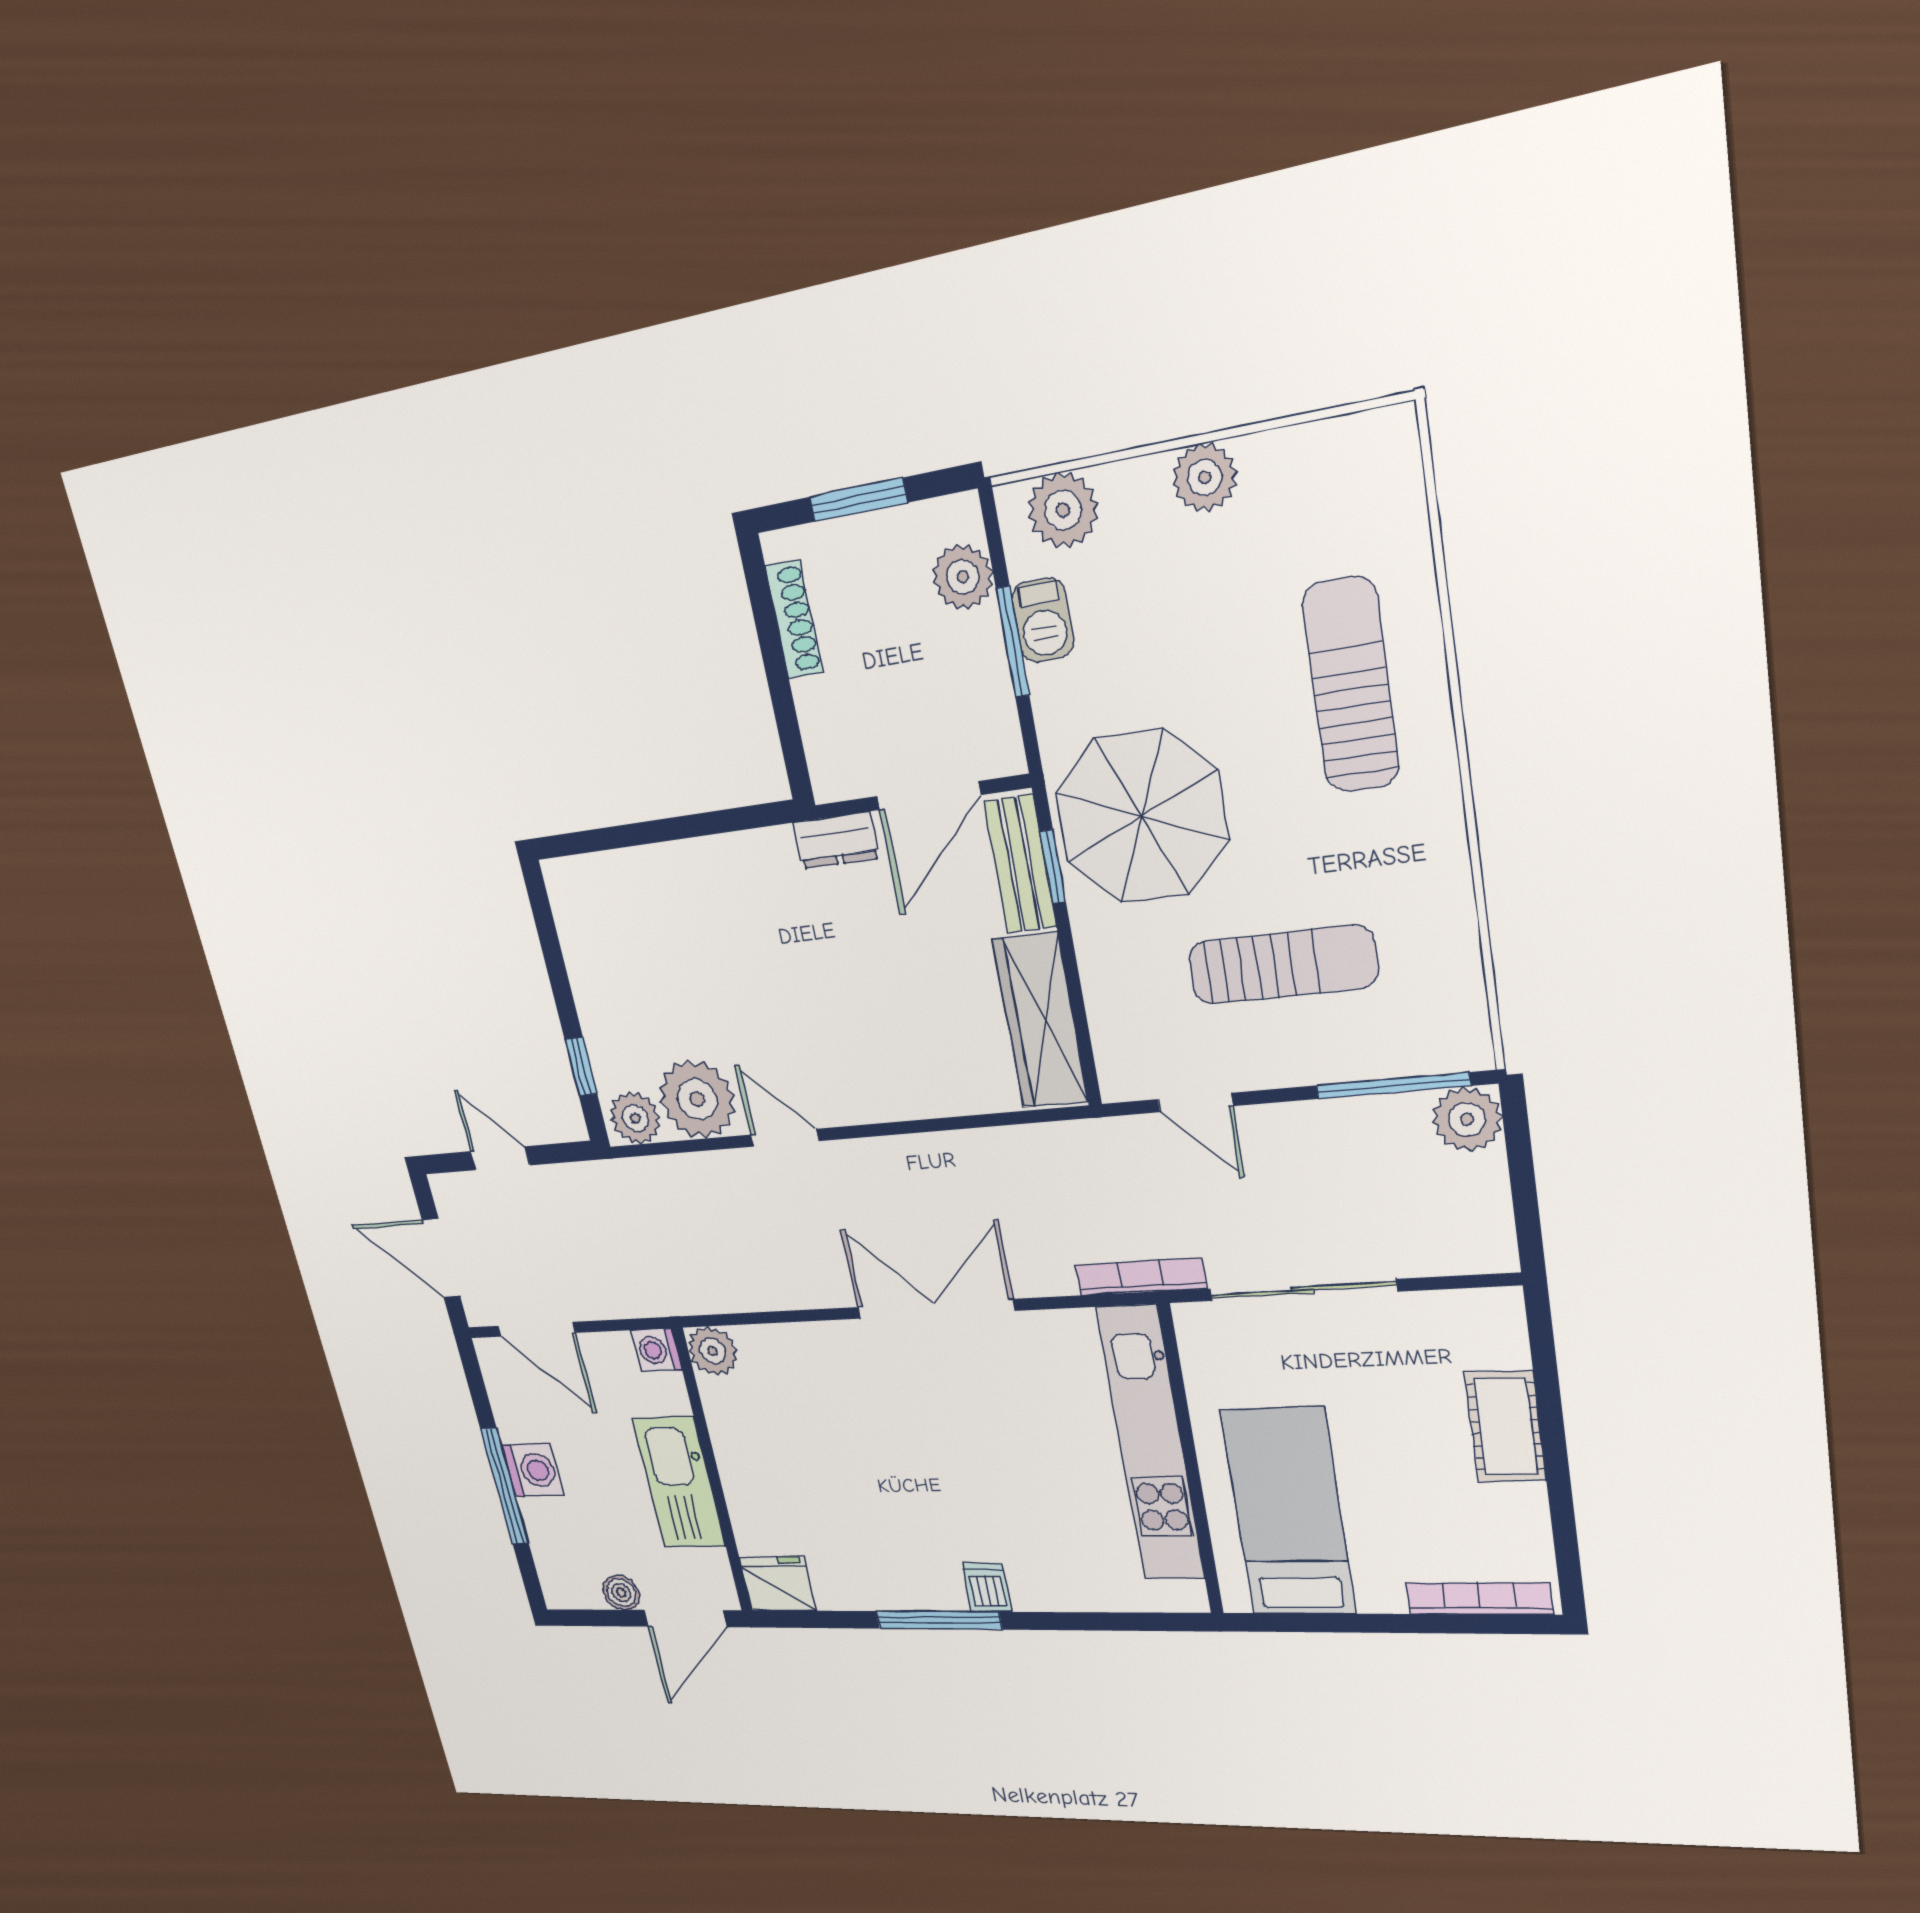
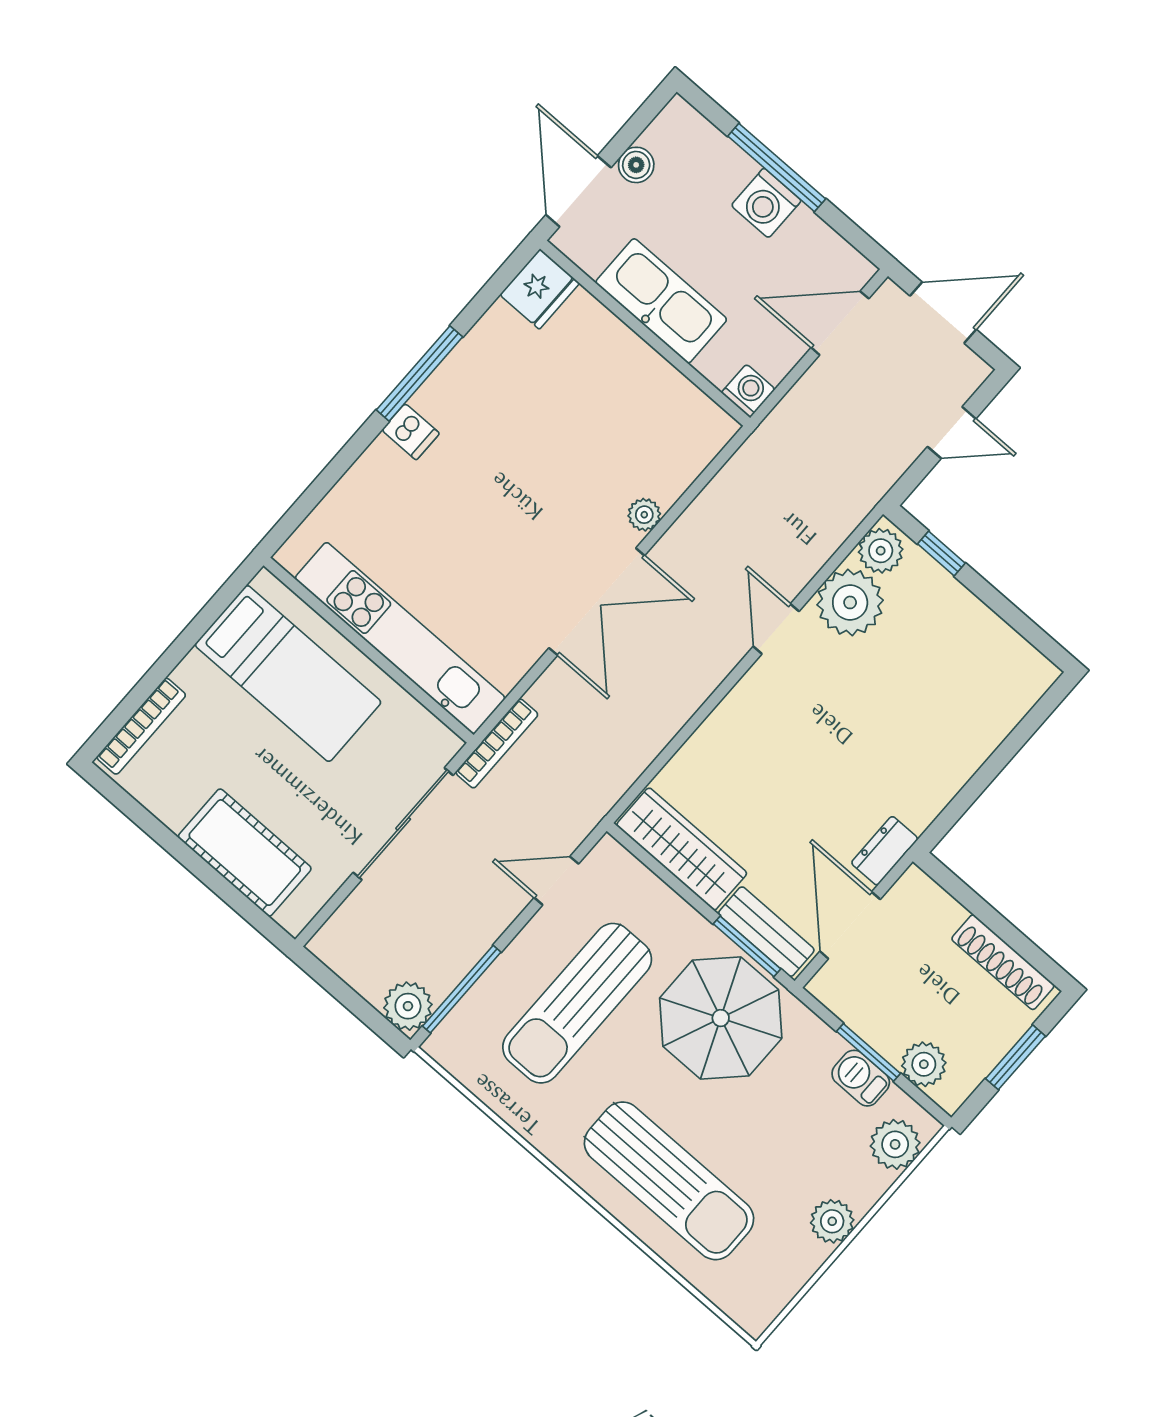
shoe rack: (794, 619) -> (1003, 962), width x1.36, depth x1.24
sun lounger: (1351, 685) -> (669, 1181), width x1.36, depth x1.34
window: (1053, 867) -> (747, 946), width x1.50
sun lounger: (1282, 965) -> (577, 1003), width x1.36, depth x1.34
door: (785, 1138) -> (776, 629), swing flipped
plant: (713, 1351) -> (644, 515), moved, width x0.73, depth x0.73
cot: (1506, 1427) -> (245, 853), width x1.37, depth x1.34

